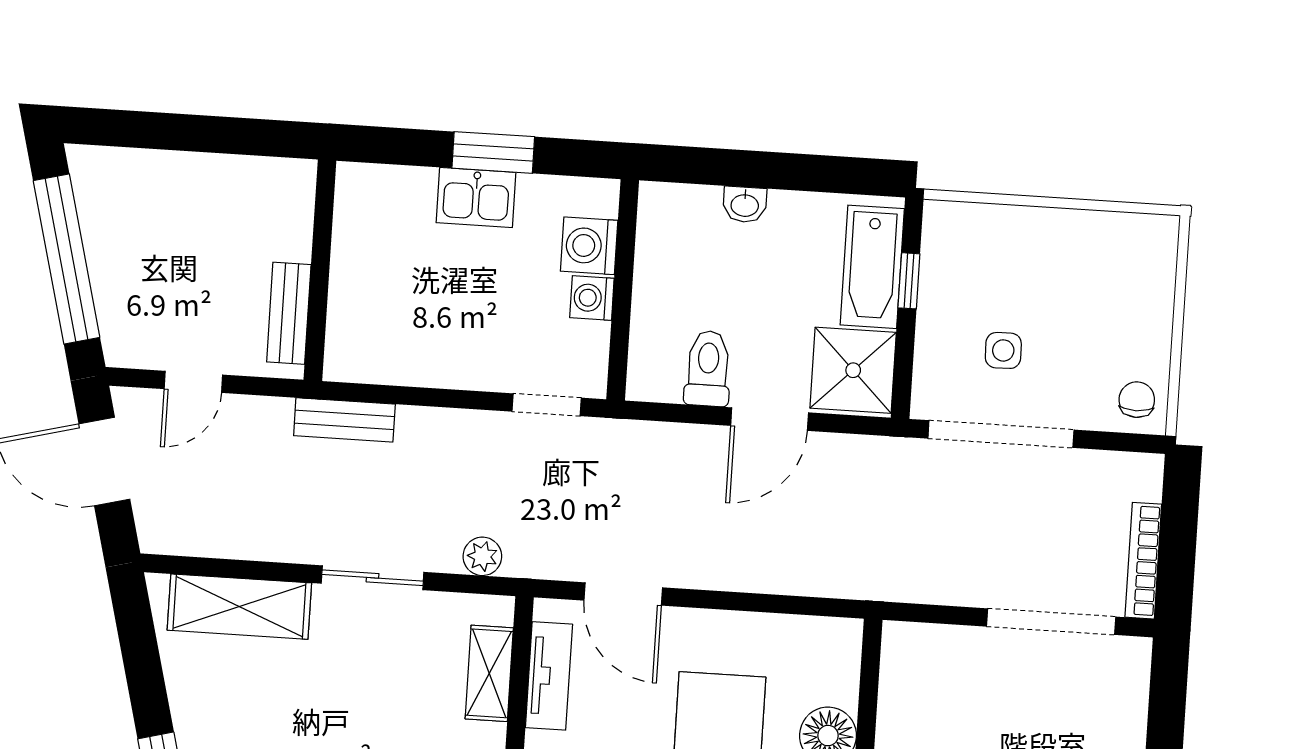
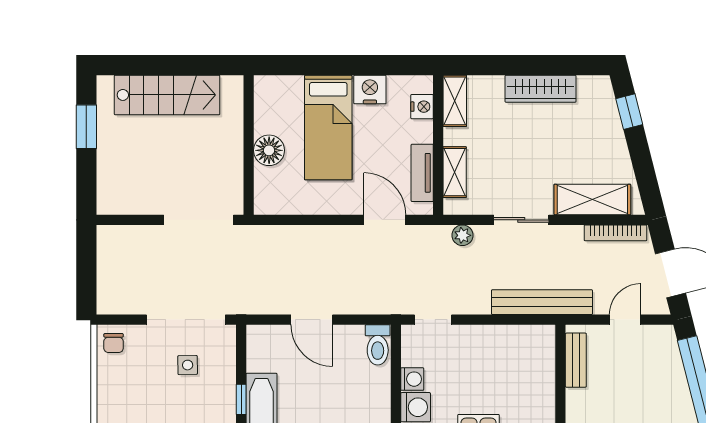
toilet: (708, 369) -> (378, 345), moved
shower: (853, 370) -> (268, 349), removed
door: (770, 419) -> (312, 320), swing flipped
bench: (344, 420) -> (542, 302), width x1.86, depth x1.21
bookcase: (1143, 561) -> (615, 233), moved, turned 90
doorway: (1051, 622) -> (199, 220), moved

